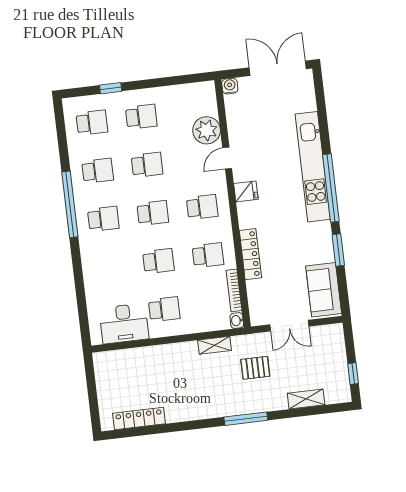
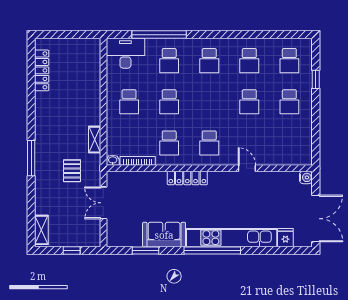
plant: (207, 130) -> (272, 154), removed
fridge: (246, 191) -> (285, 238), moved, turned 180
window: (70, 204) -> (159, 35), moved
school desk: (153, 213) -> (169, 61), moved
window: (338, 250) -> (146, 250), moved
locker: (250, 254) -> (187, 178), moved
sofa: (324, 290) -> (164, 235), moved
desk: (124, 323) -> (125, 53), moved, turned 90
window: (353, 374) -> (72, 250), moved
shelving: (306, 399) -> (41, 230), moved

